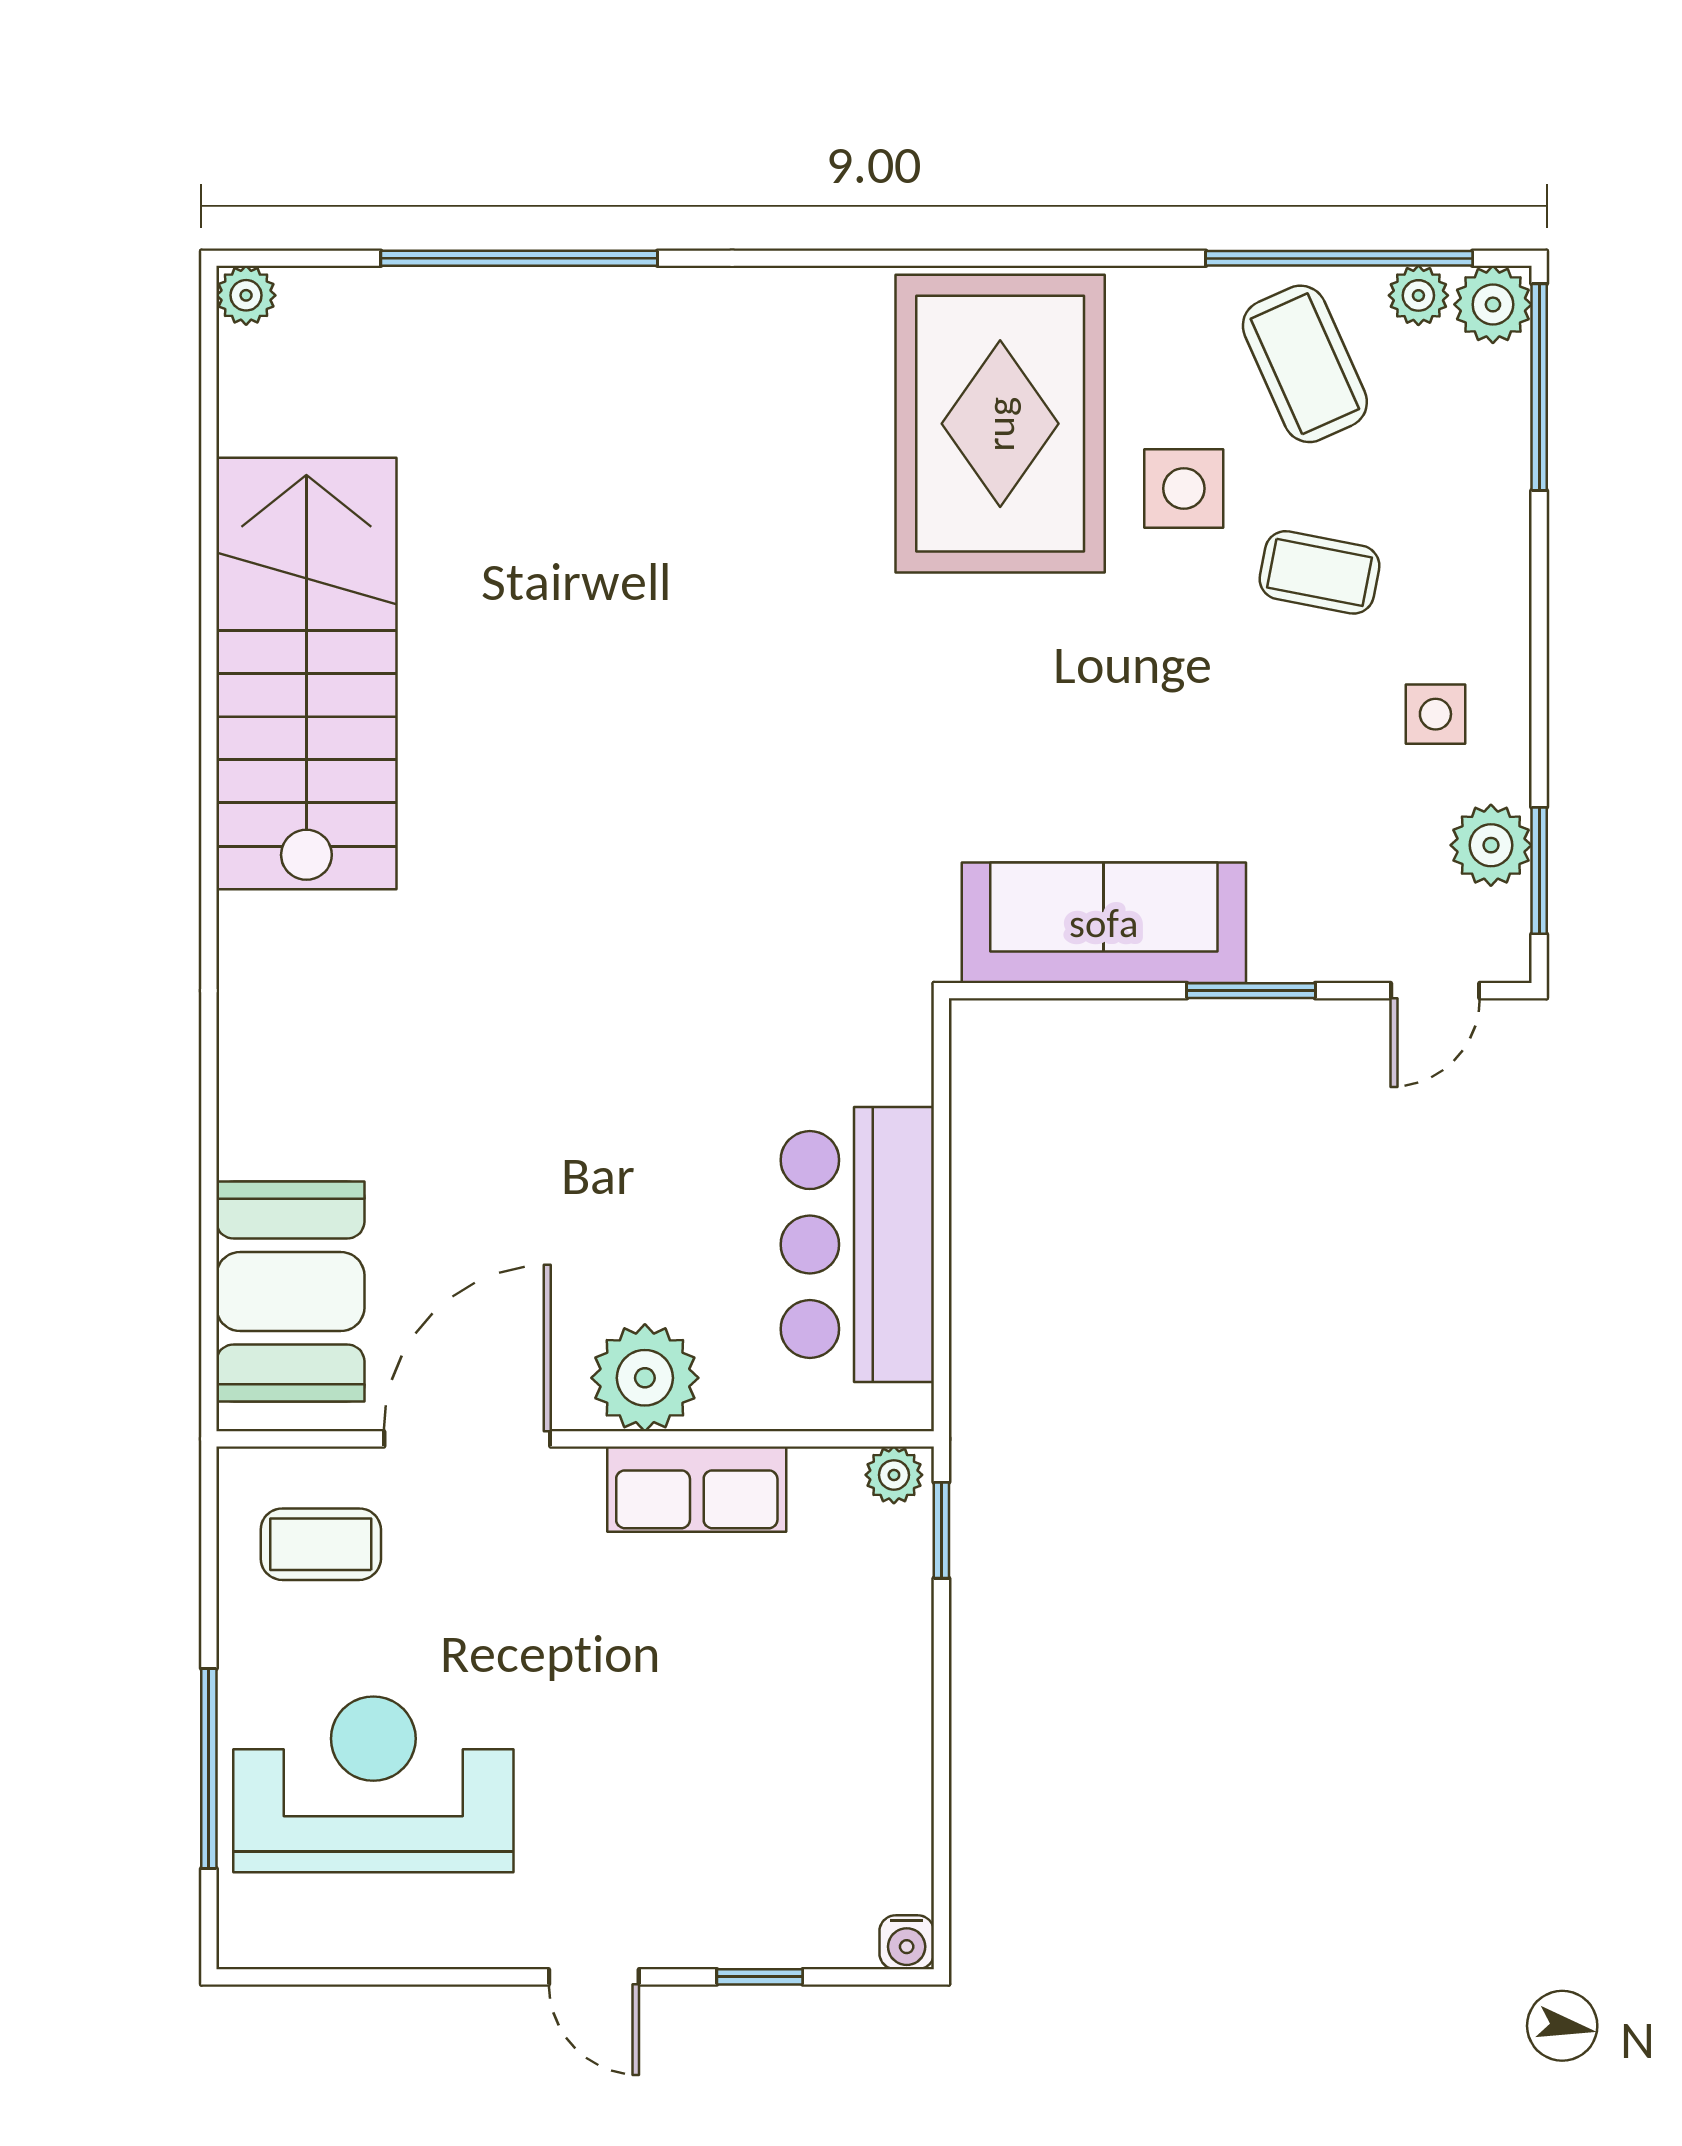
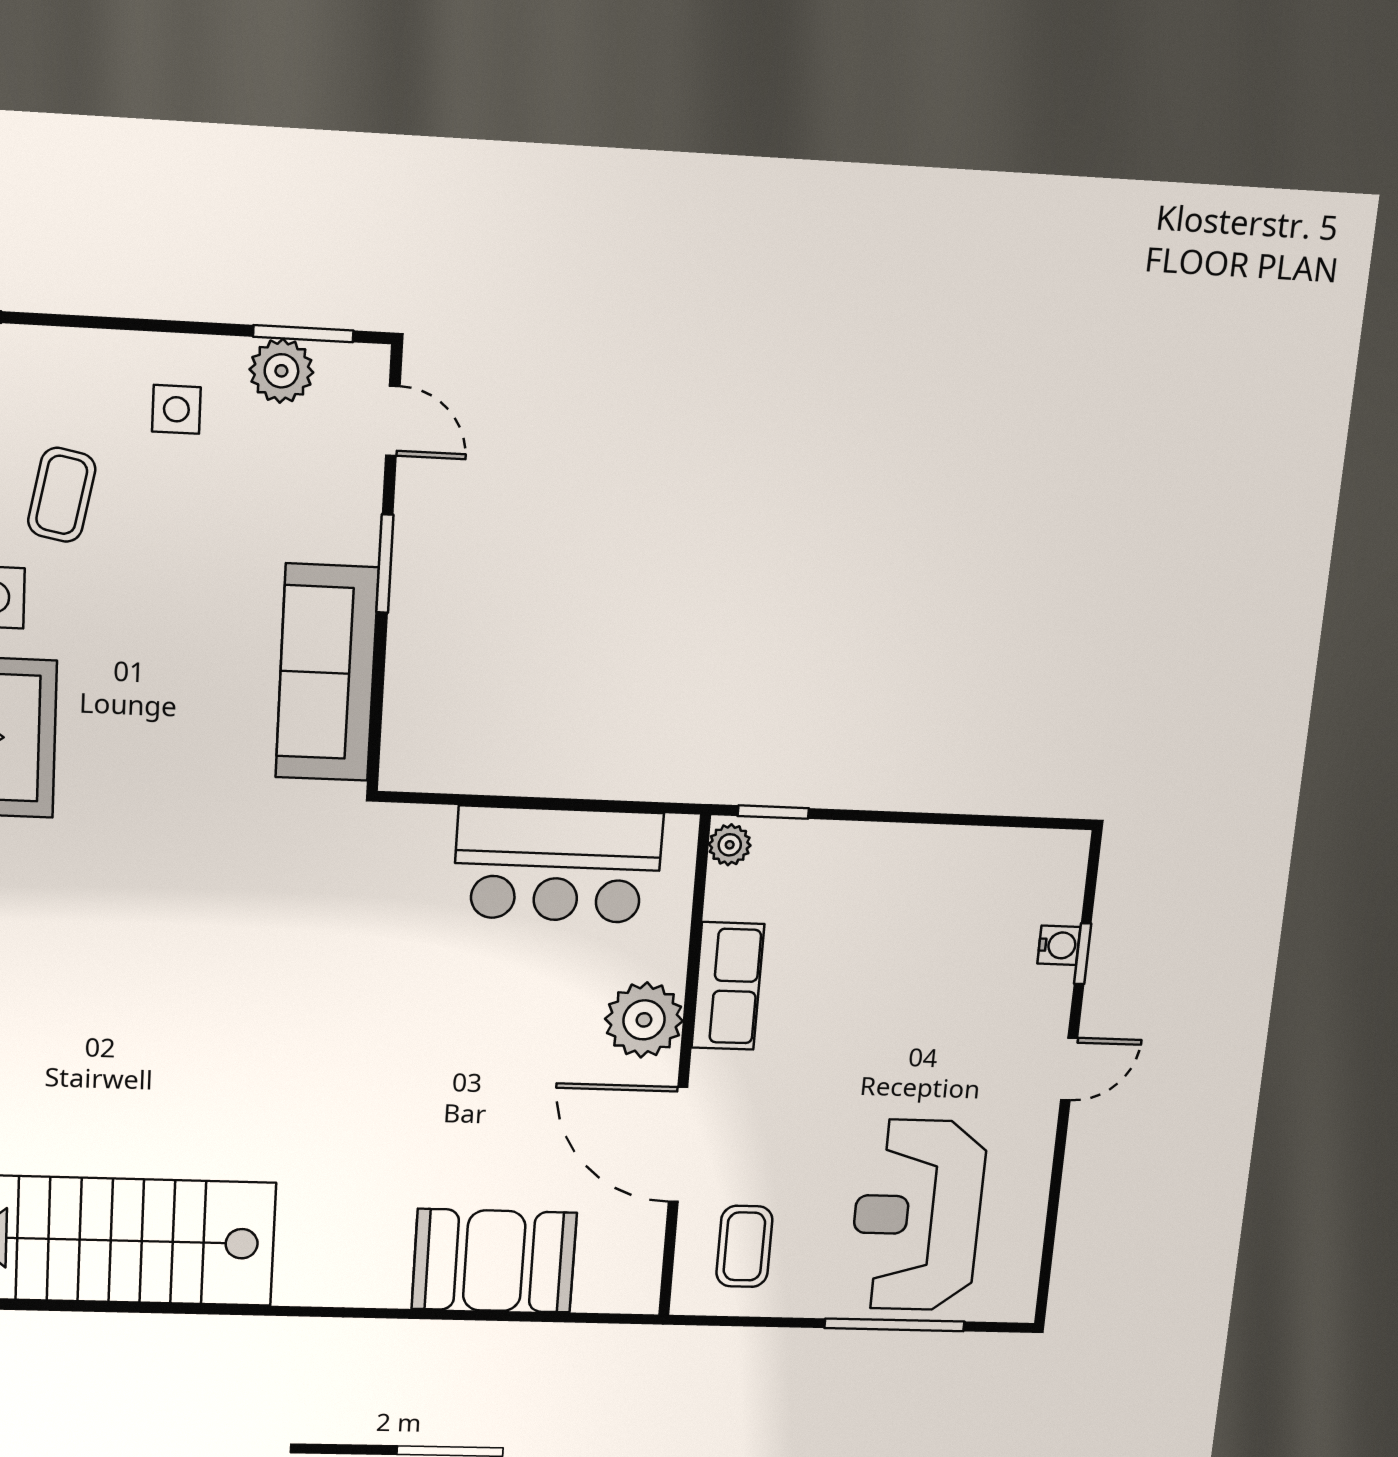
booth: (290, 1292) -> (494, 1261), moved
water cooler: (907, 1942) -> (1059, 945), moved

